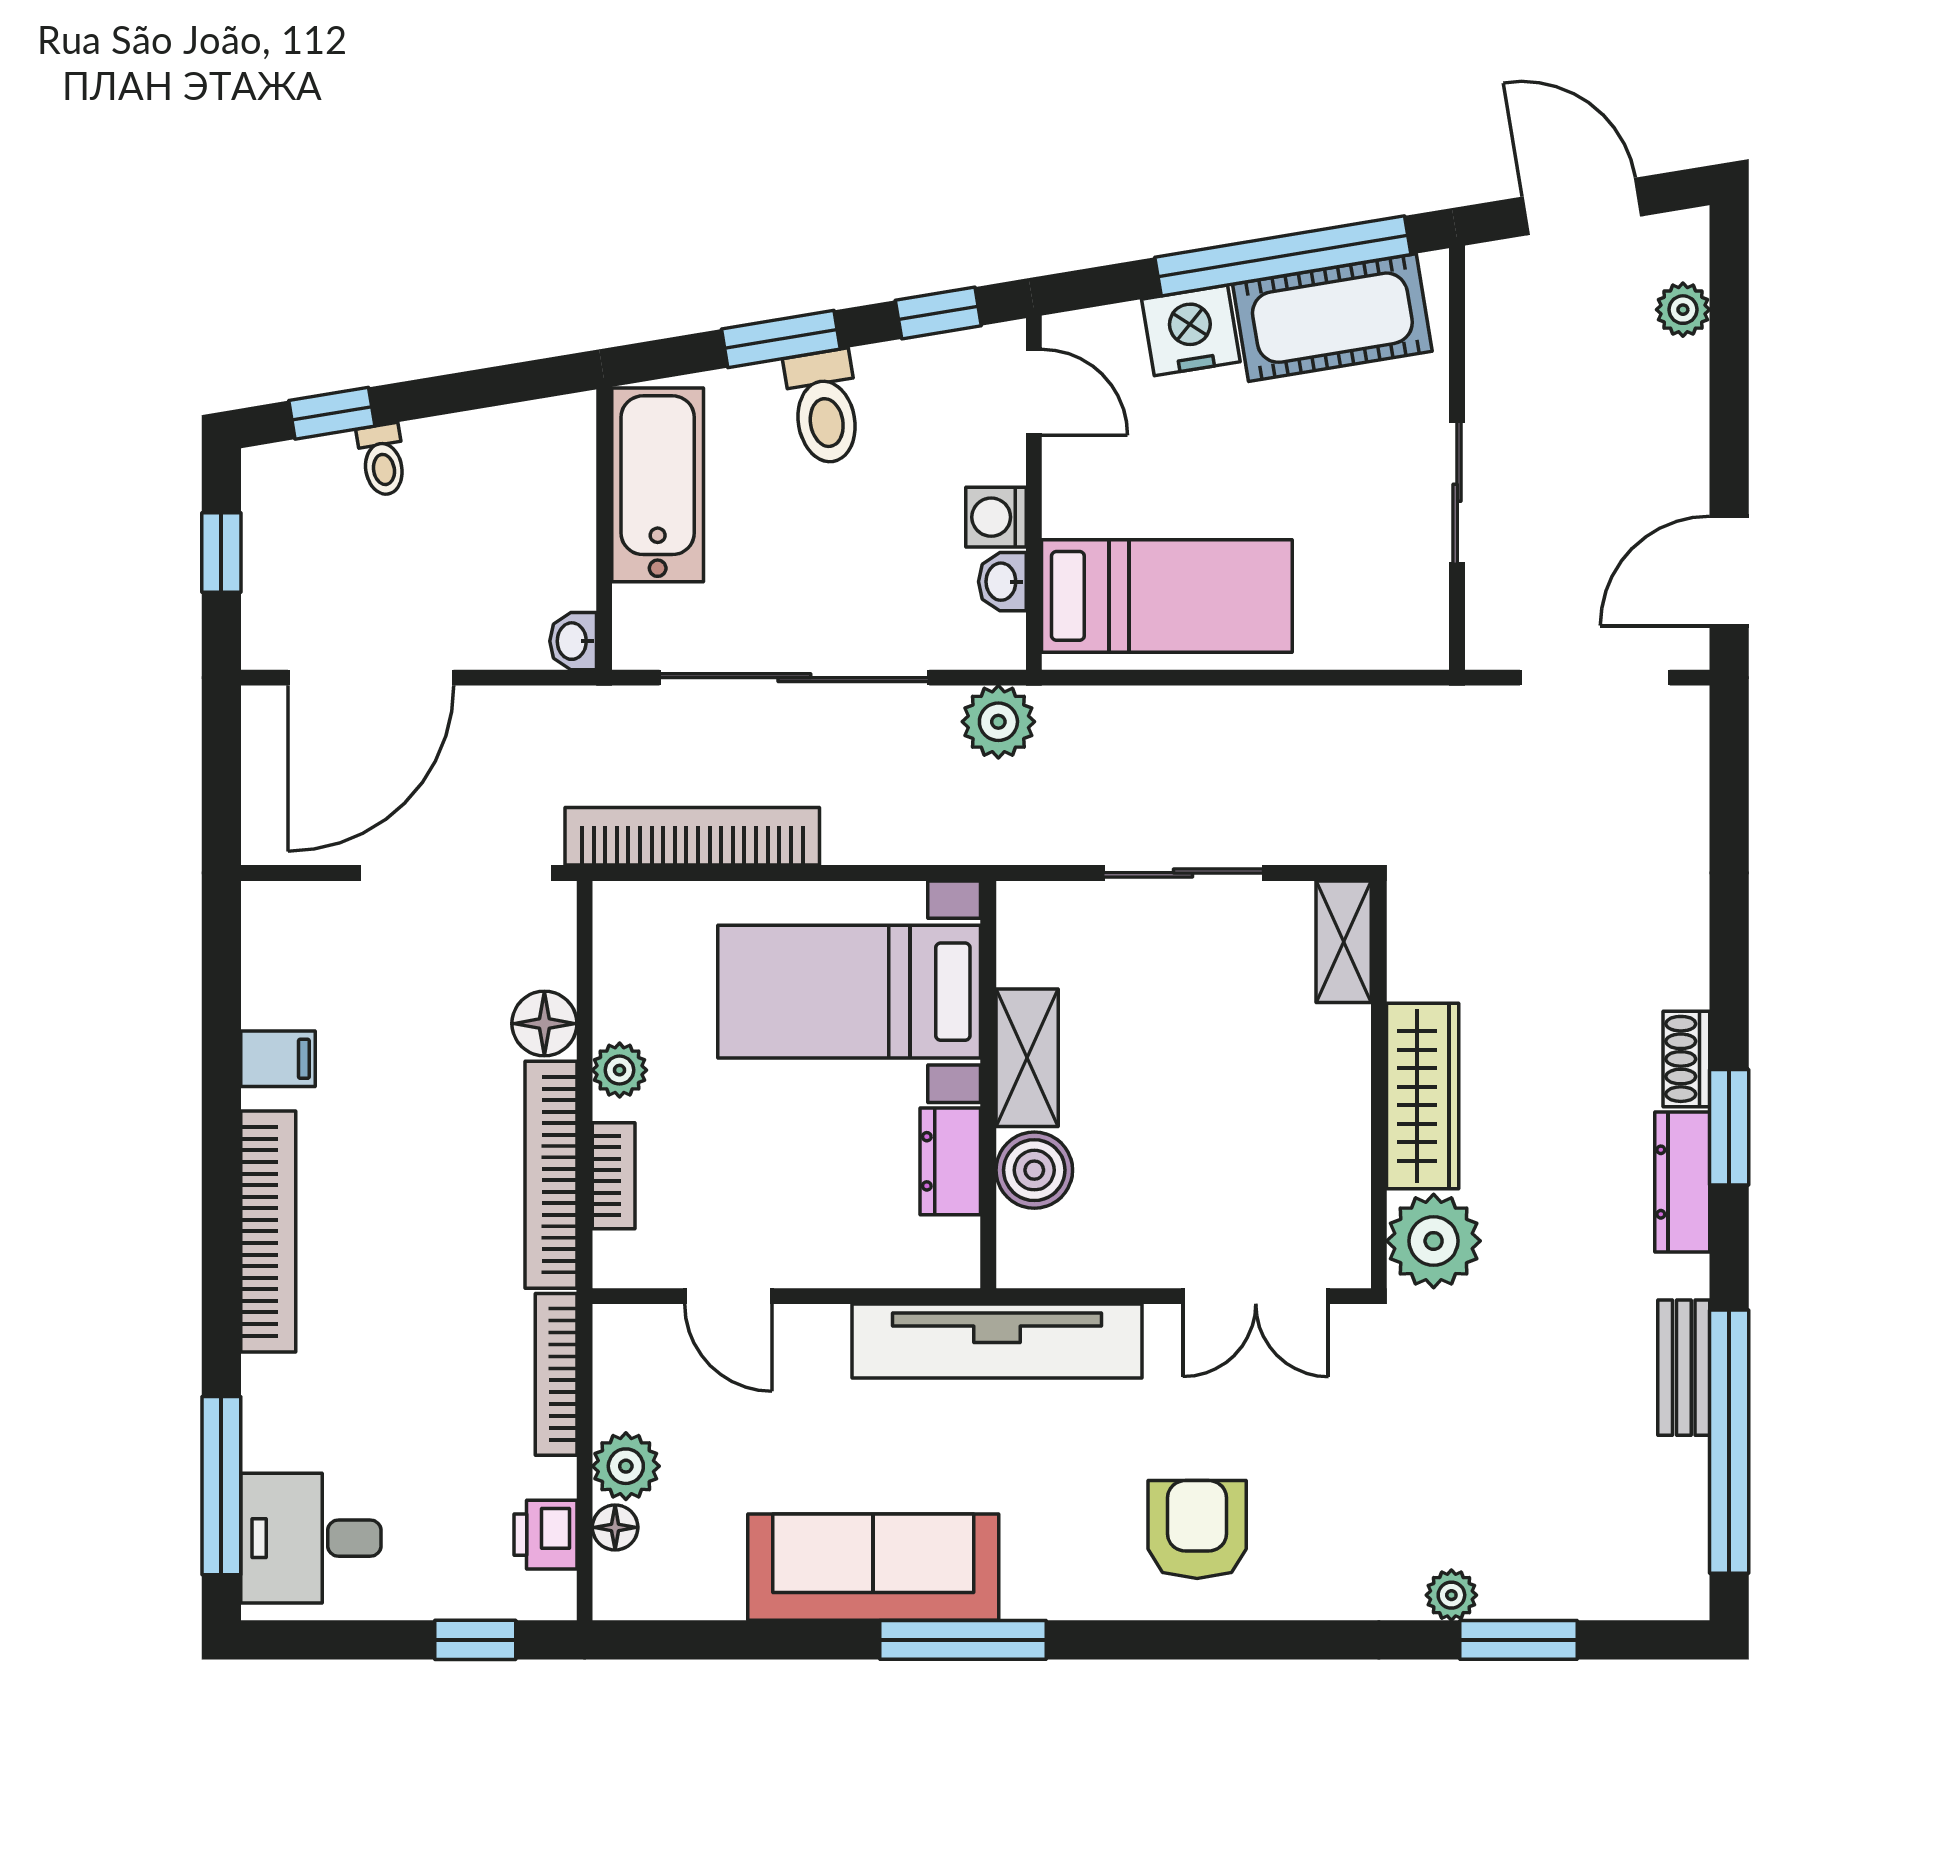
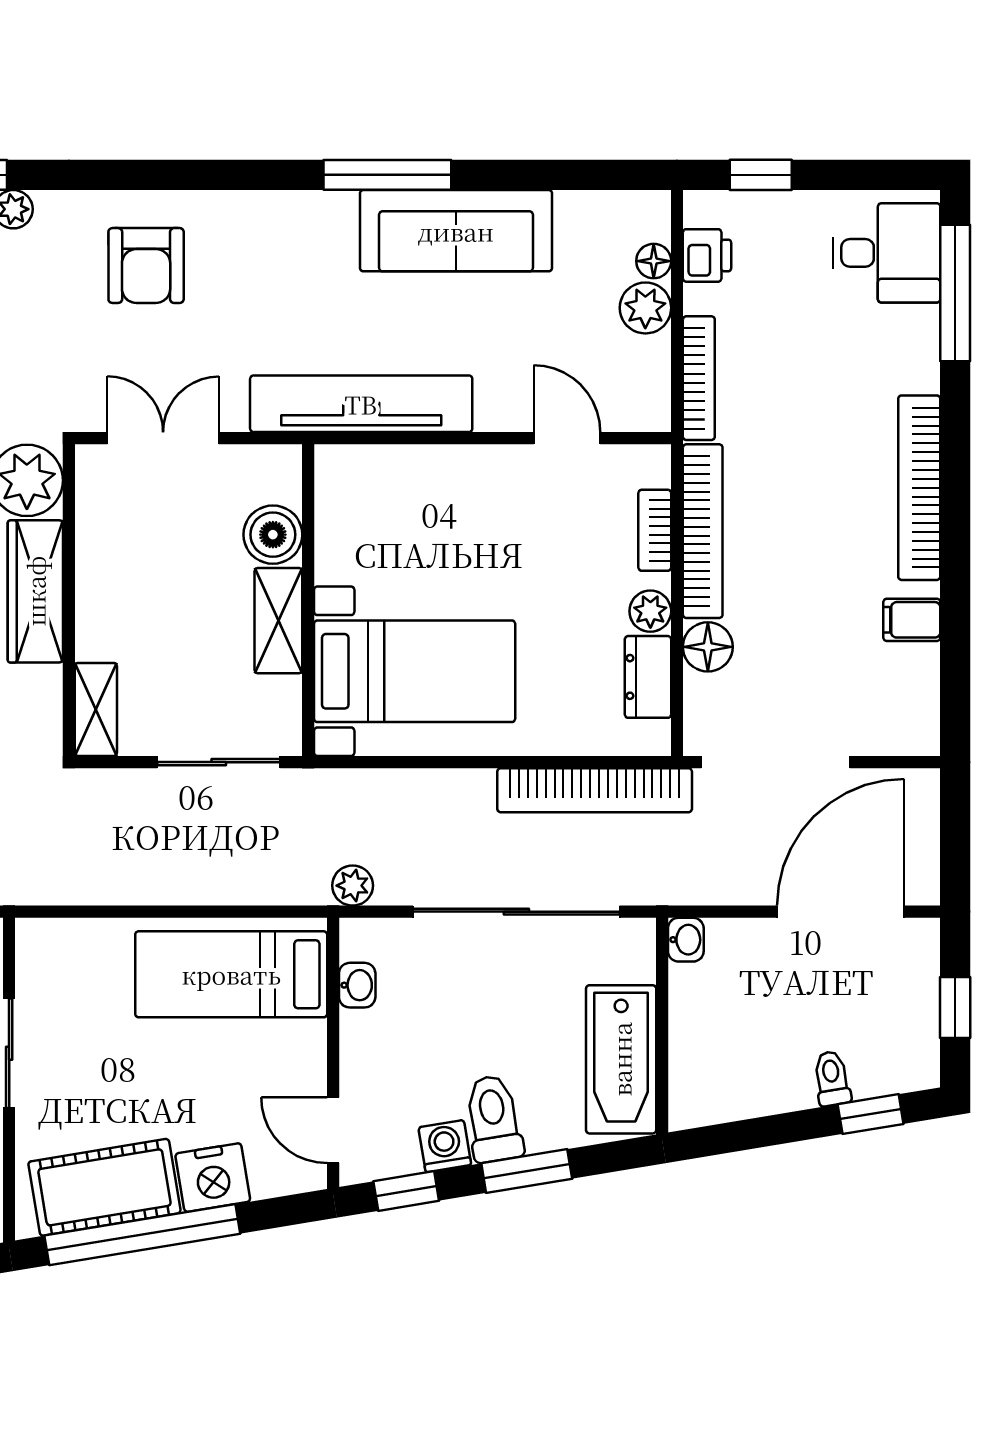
washing machine: (996, 517) -> (445, 1146), moved, turned -99
plant: (998, 722) -> (353, 886), width x0.73, depth x0.73
bed with nightstands: (849, 992) -> (415, 671), moved
shelving: (1027, 1058) -> (278, 621), moved
wall: (988, 1085) -> (308, 600), moved
dresser: (950, 1161) -> (648, 677), moved, turned 180
boiler: (1034, 1170) -> (273, 535), moved
armchair: (1197, 1530) -> (146, 266), moved

